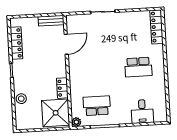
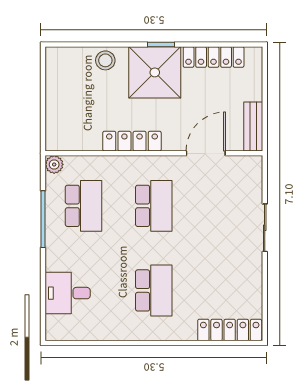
door: (66, 44) -> (206, 153), swing flipped
school desk: (138, 67) -> (154, 290), turned 180
school desk: (95, 70) -> (154, 206), added
locker: (62, 88) -> (132, 141), width x1.53
shower: (56, 113) -> (155, 72), moved

